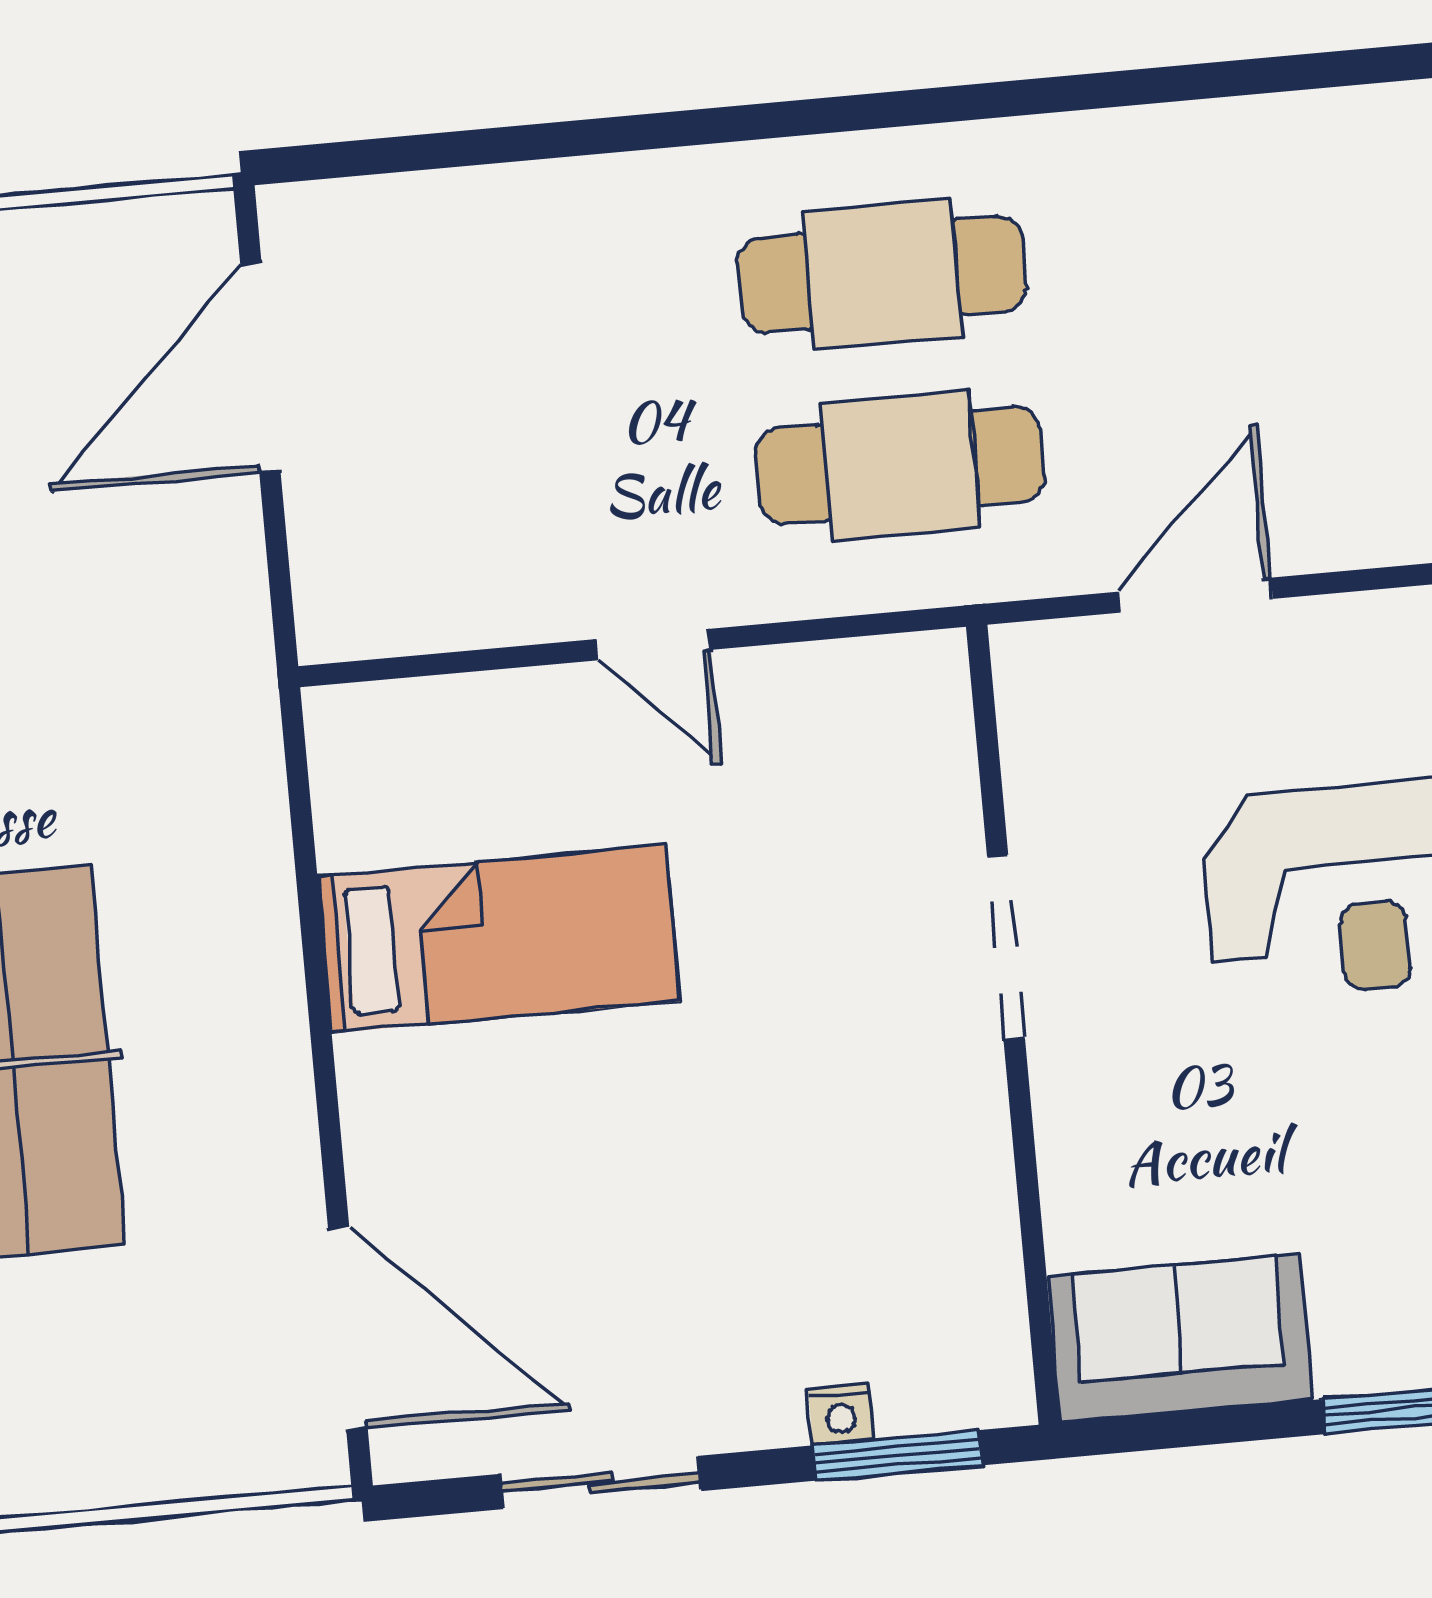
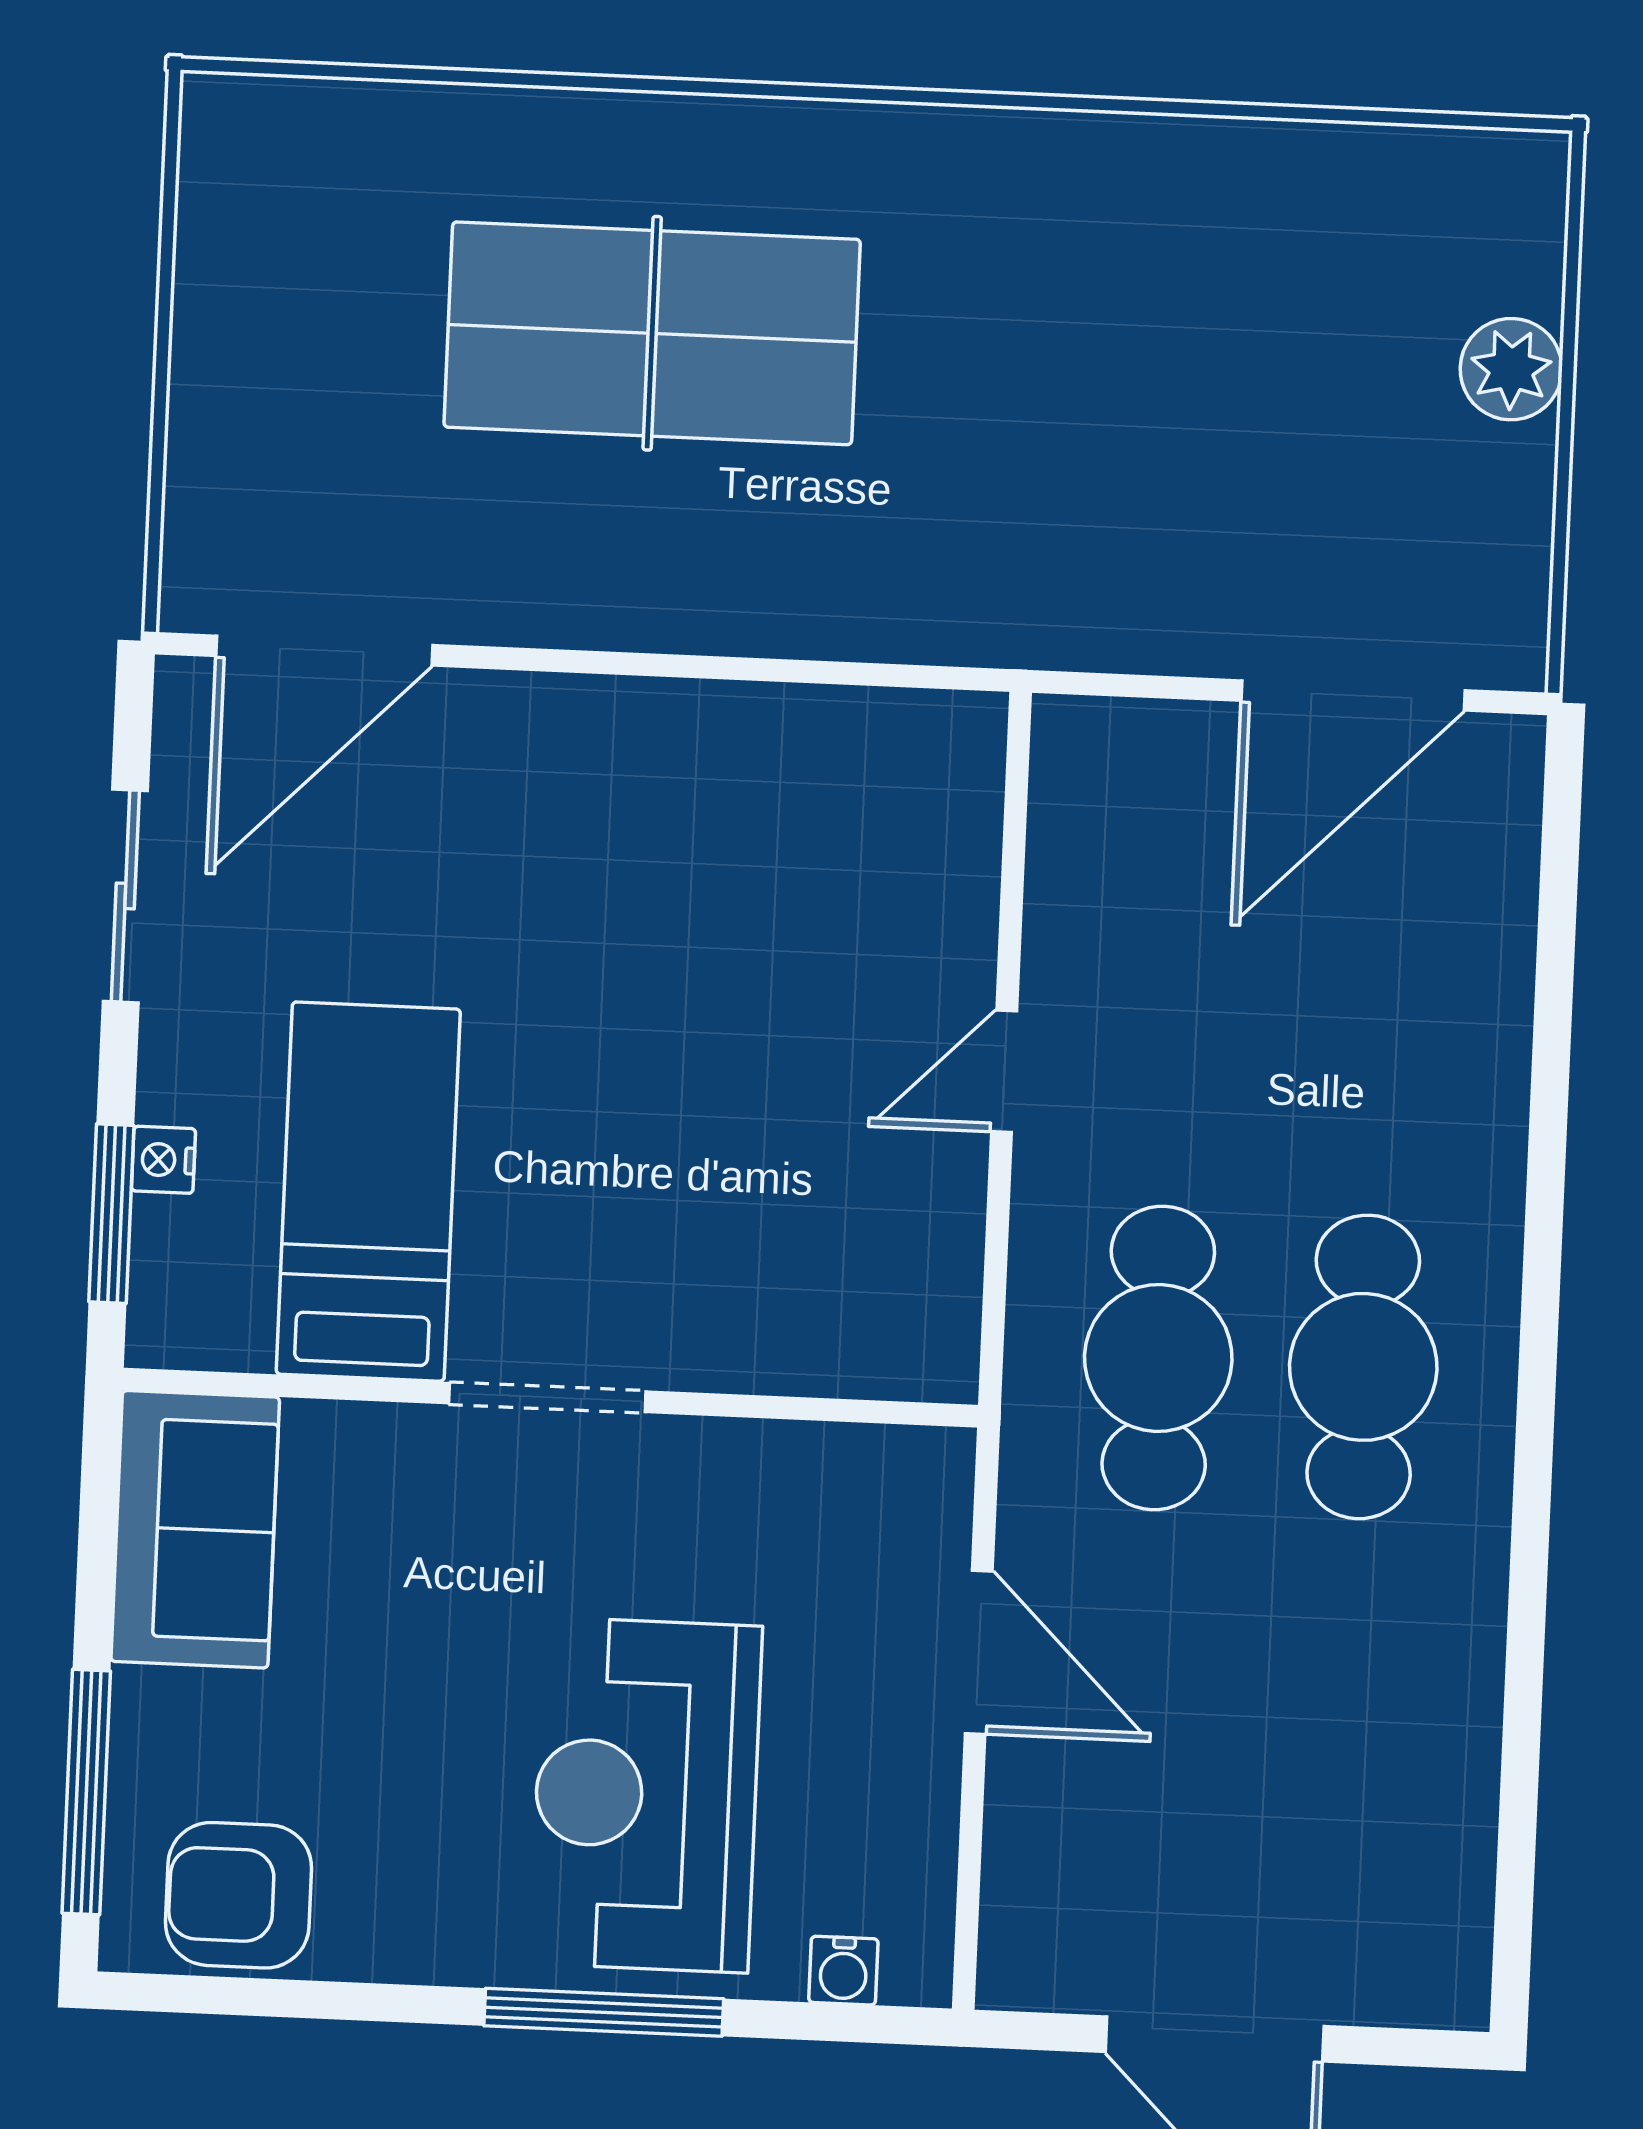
door: (260, 368) -> (1353, 695), swing flipped
bed: (498, 939) -> (368, 1192), moved, turned 180
doorway: (1006, 948) -> (547, 1397), moved

